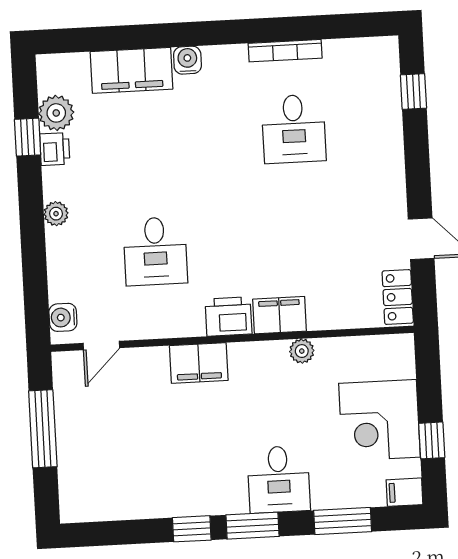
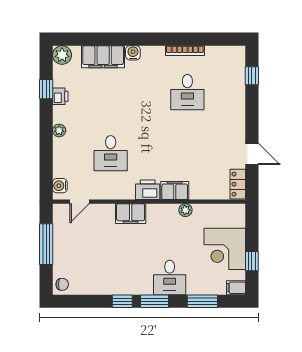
plant: (56, 113) -> (62, 55), moved
chair: (77, 503) -> (62, 284), added

